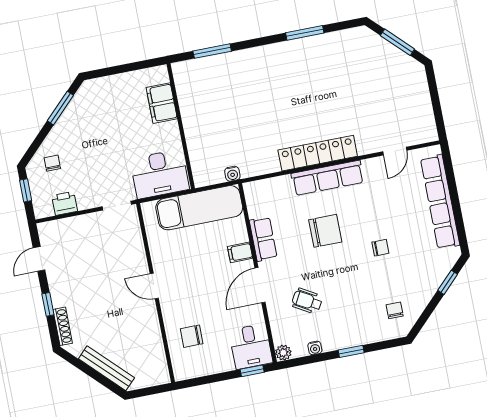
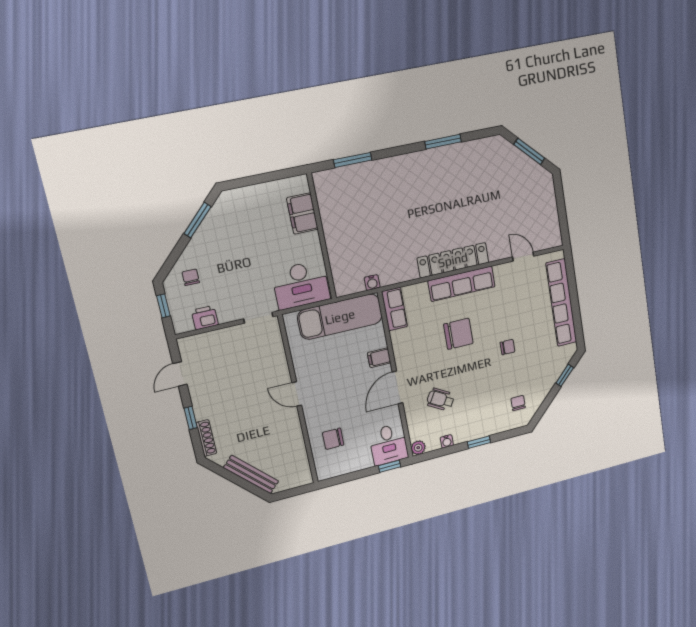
door: (395, 151) -> (523, 257), swing flipped
row of seats: (263, 239) -> (394, 309), moved

